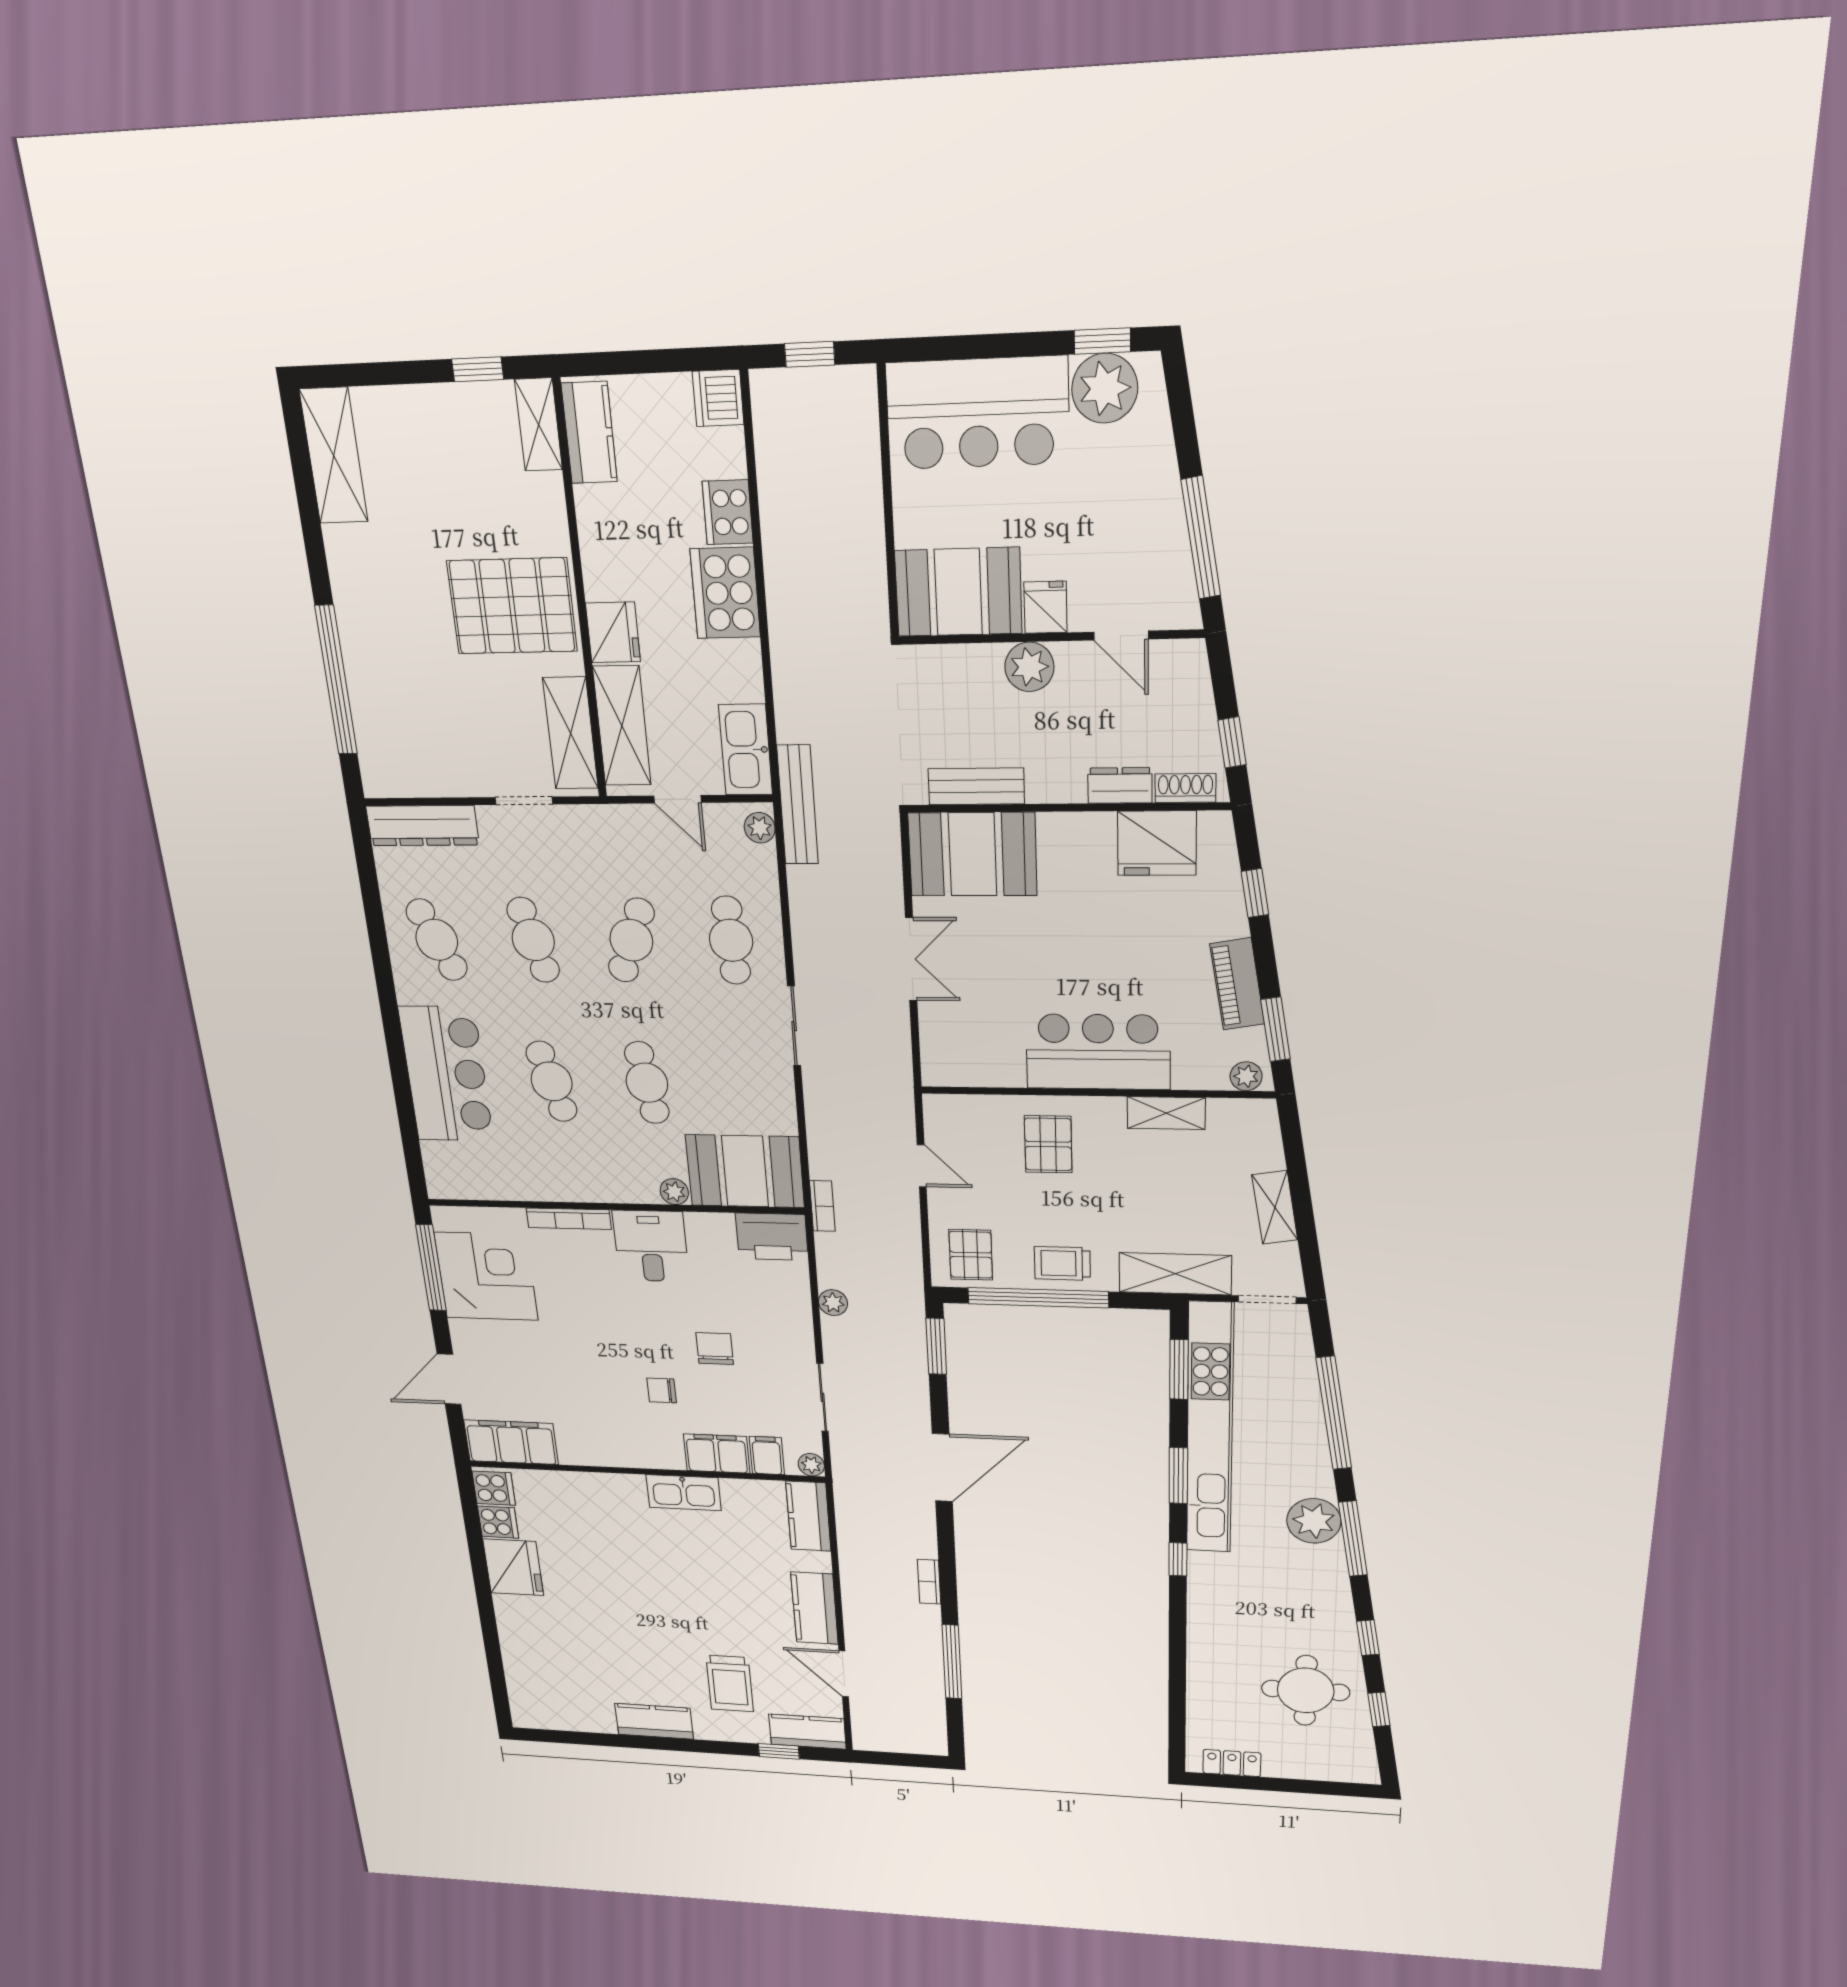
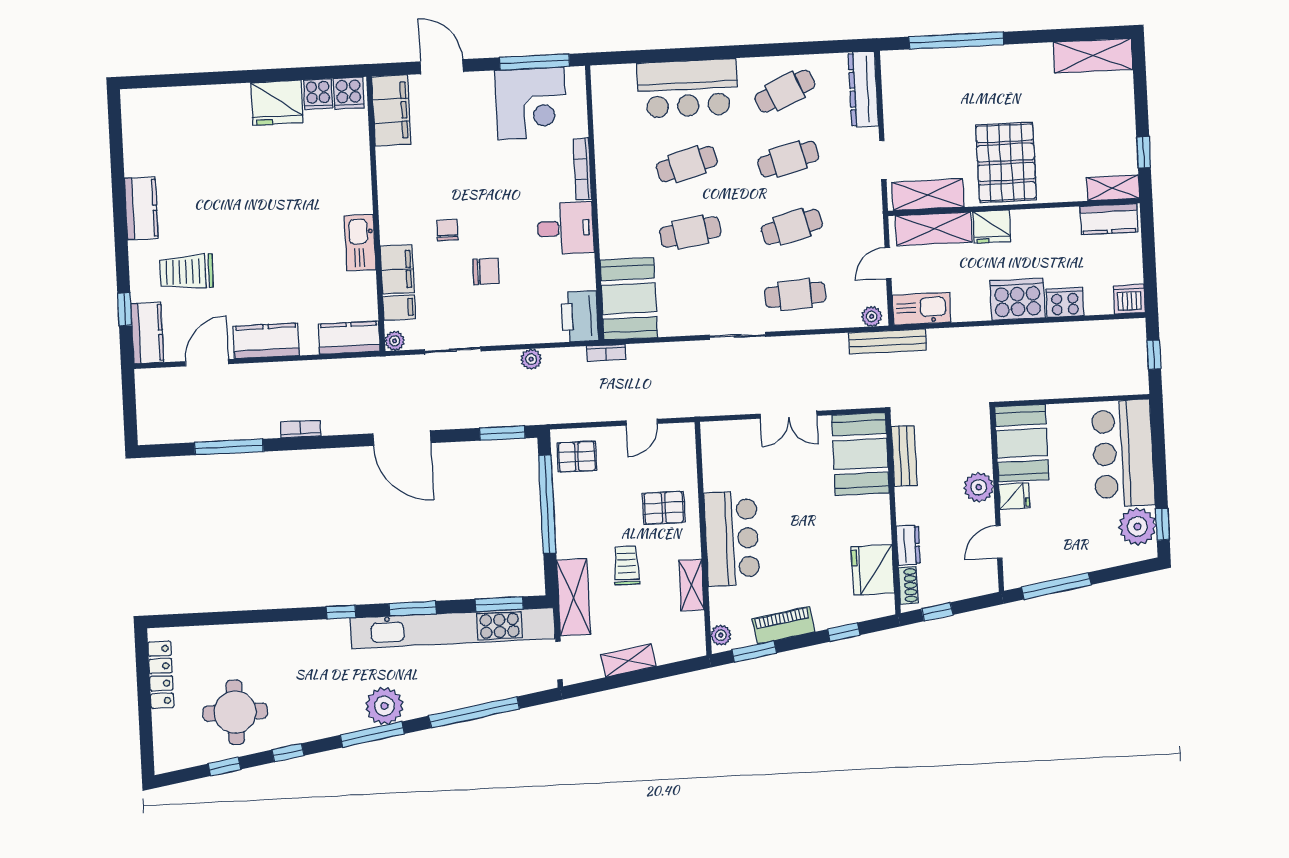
cafe table: (631, 940) -> (792, 227), turned -36
plant: (674, 1192) -> (609, 247), removed
trolley: (1062, 1263) -> (627, 566), moved
locker: (1232, 1763) -> (161, 675), width x1.53

